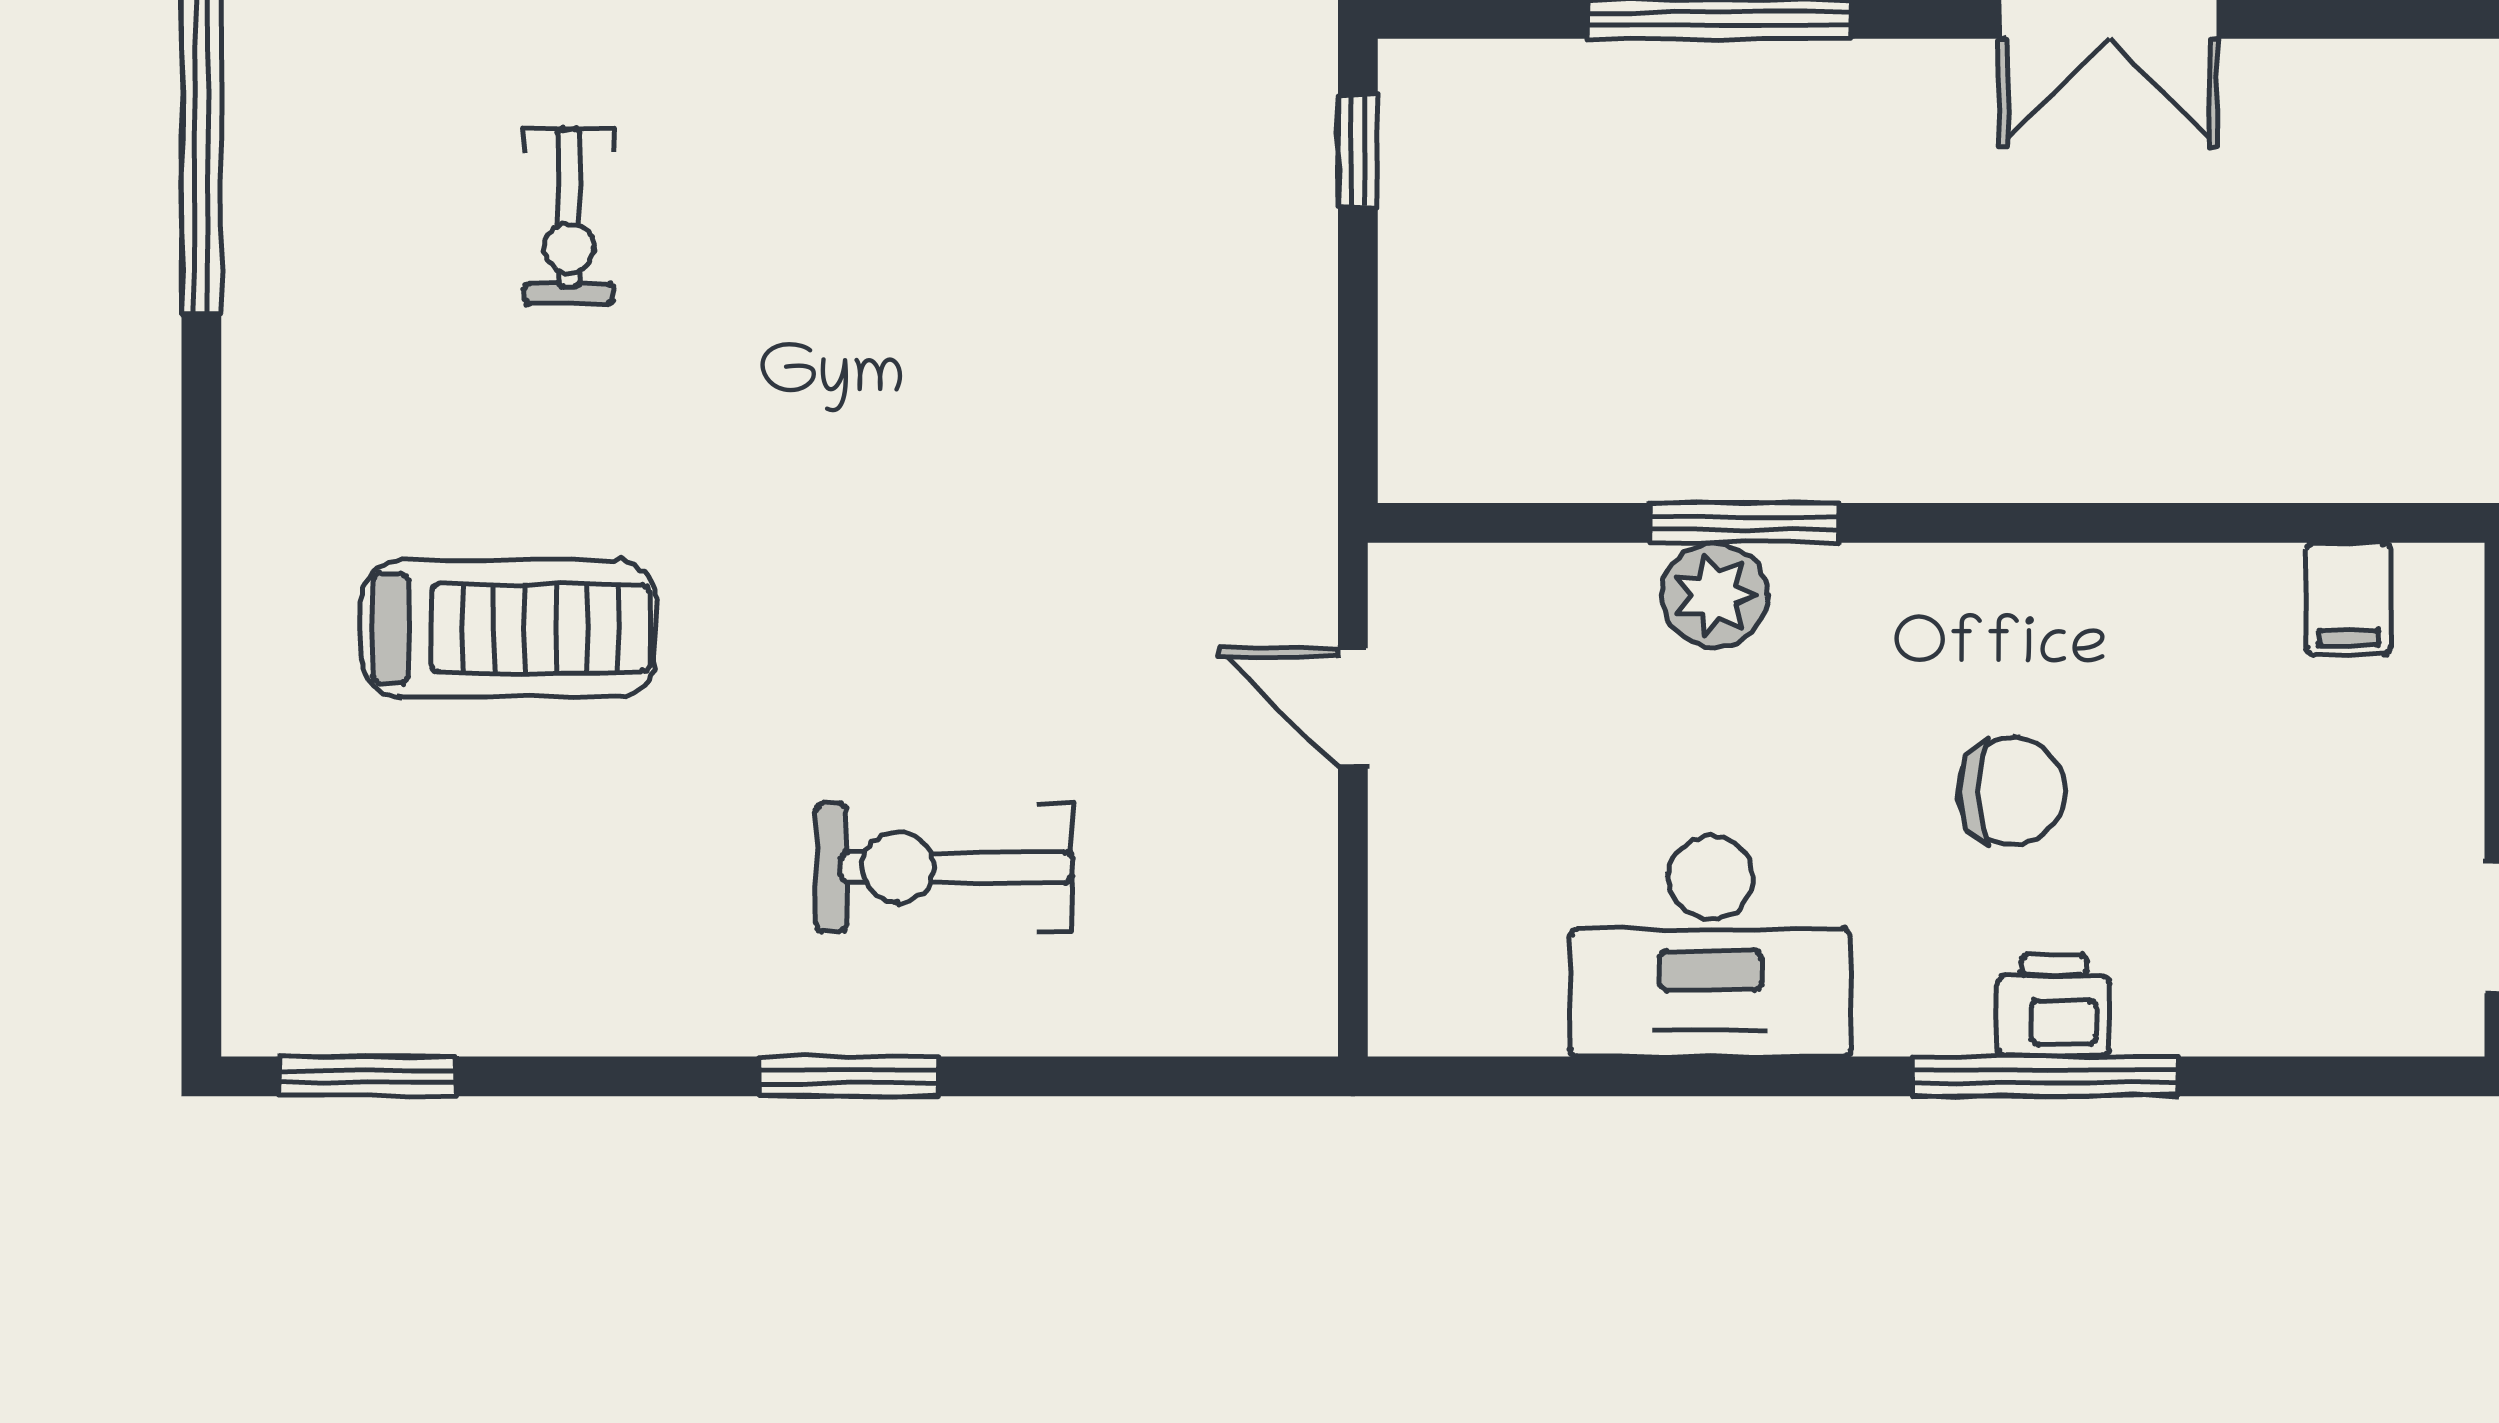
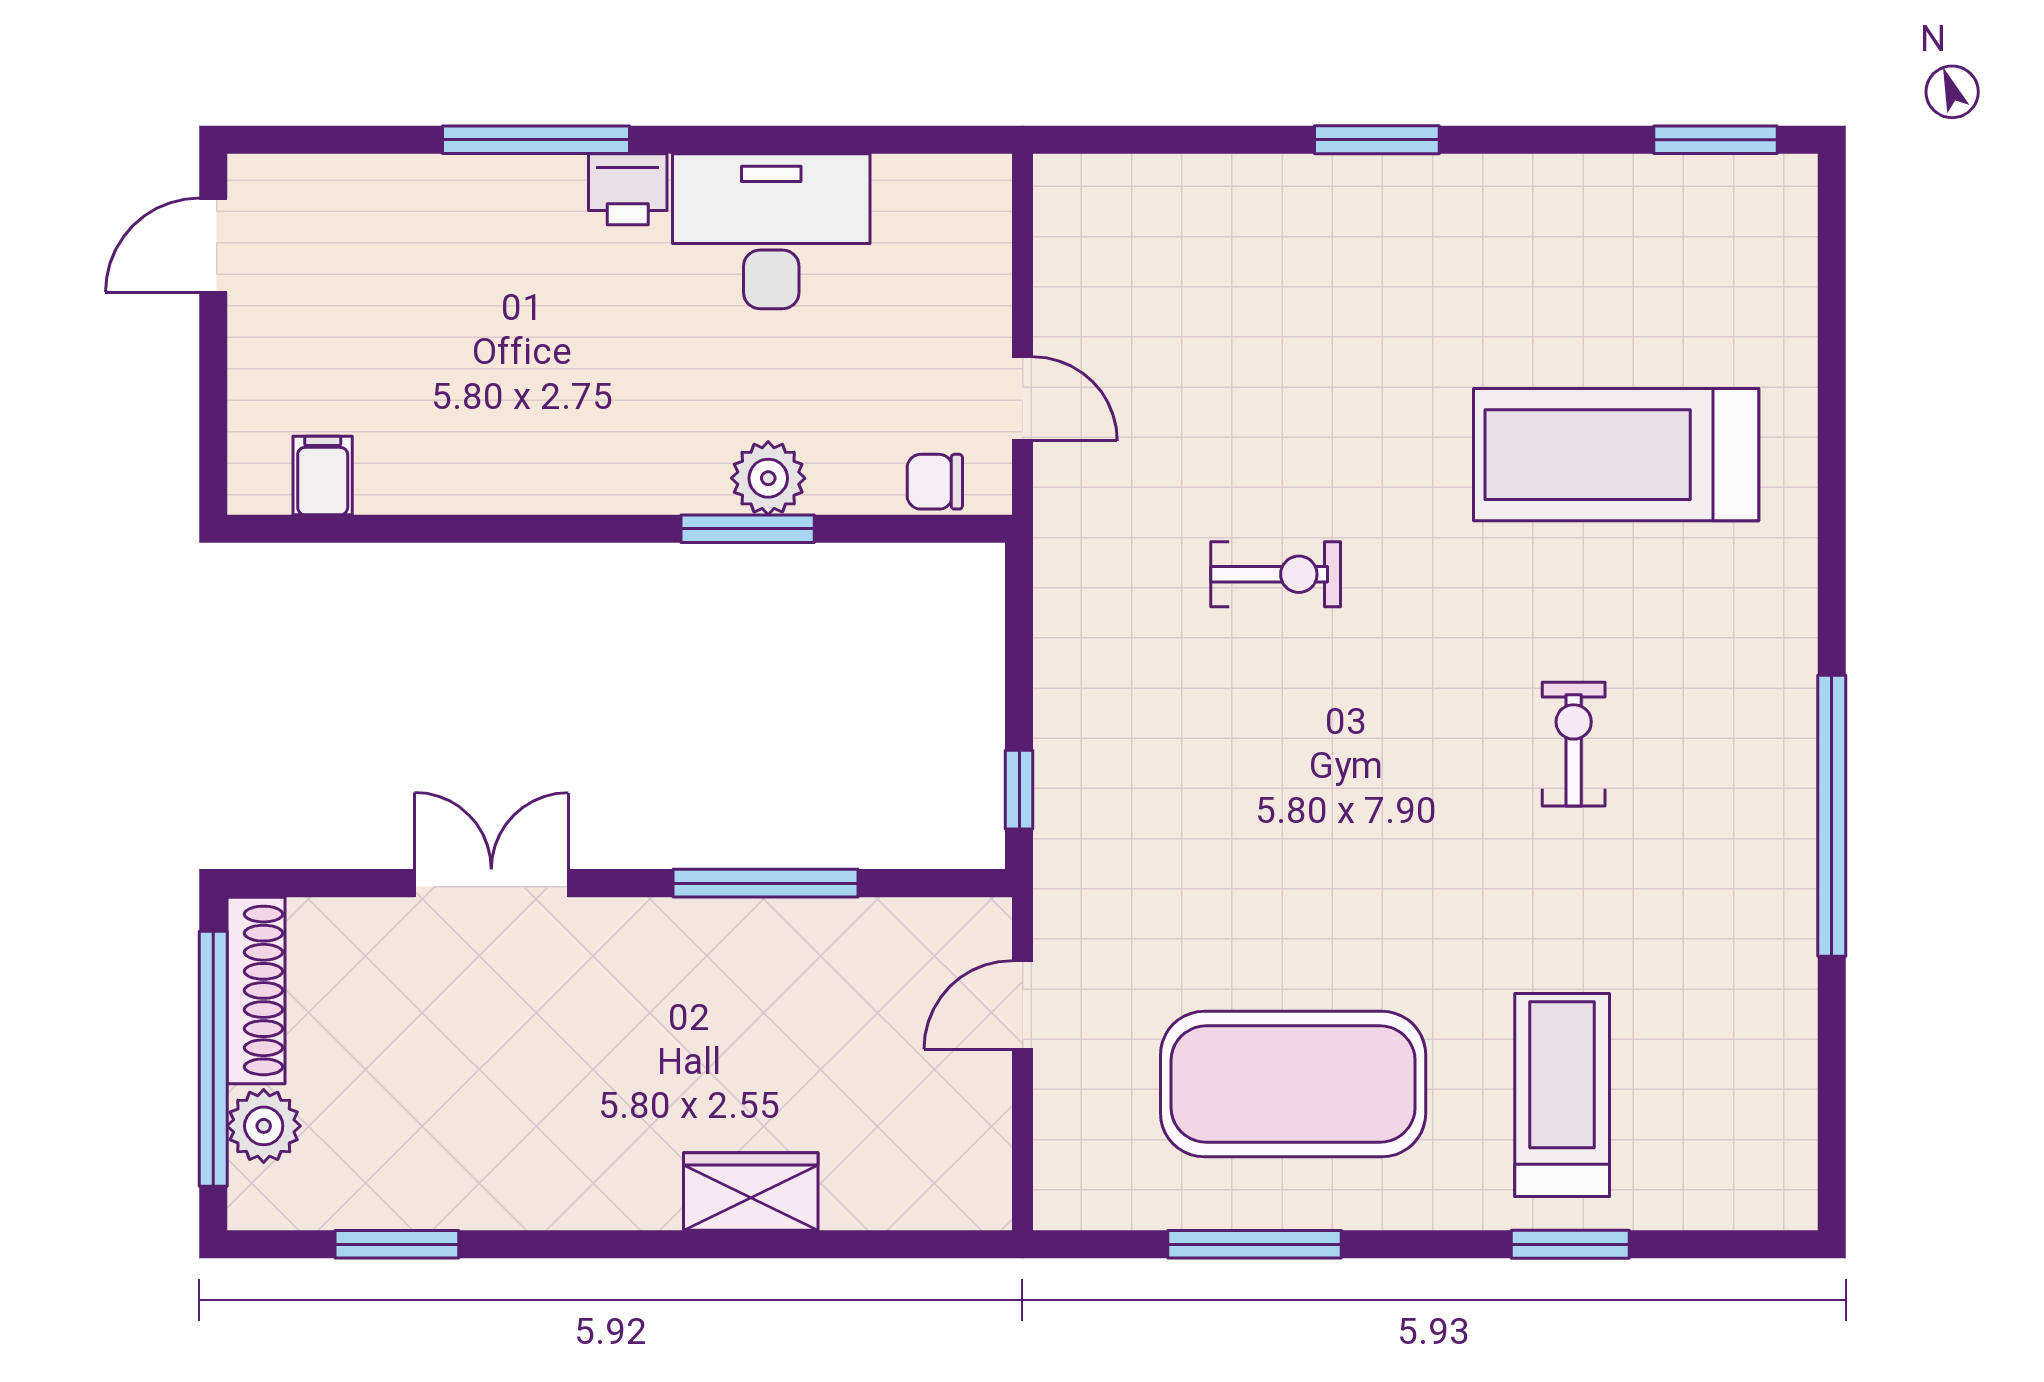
treadmill: (508, 629) -> (1616, 455), width x1.37, depth x1.38
chair: (2011, 791) -> (935, 482), moved, width x0.73, depth x0.73
exercise bike: (944, 868) -> (1276, 574), moved, width x0.73, depth x0.72
printer: (2054, 1006) -> (628, 189), moved

